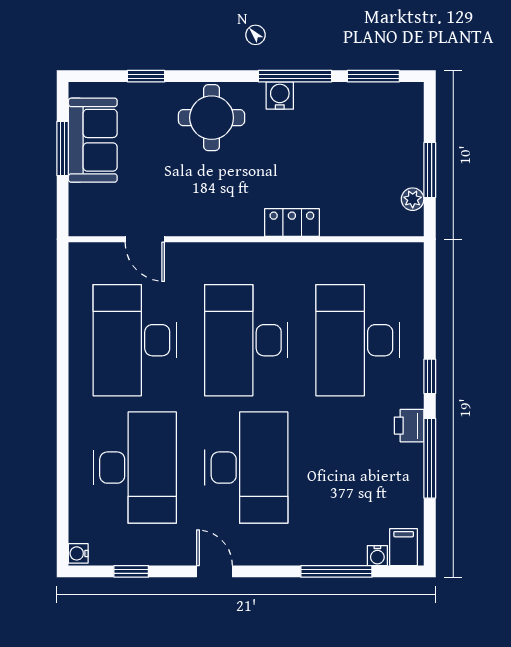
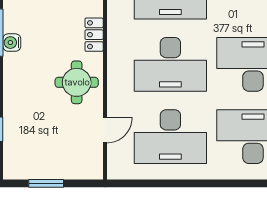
round table: (212, 118) -> (77, 82), moved
sofa: (93, 140) -> (41, 164), removed

